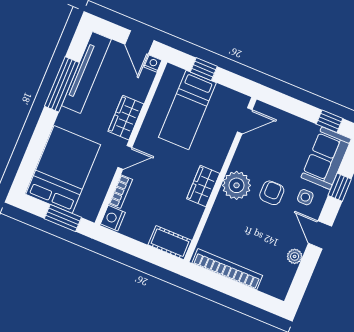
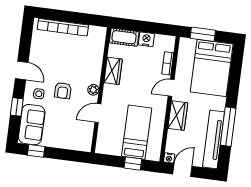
door: (139, 42) -> (182, 170), hinge flipped
door: (245, 121) -> (98, 113), moved
plant: (237, 185) -> (93, 90), width x0.53, depth x0.53
wardrobe: (203, 186) -> (113, 71), moved
nightstand: (113, 218) -> (146, 39), moved, turned -90
plant: (295, 256) -> (35, 51), removed
bookcase: (227, 269) -> (63, 27), moved

